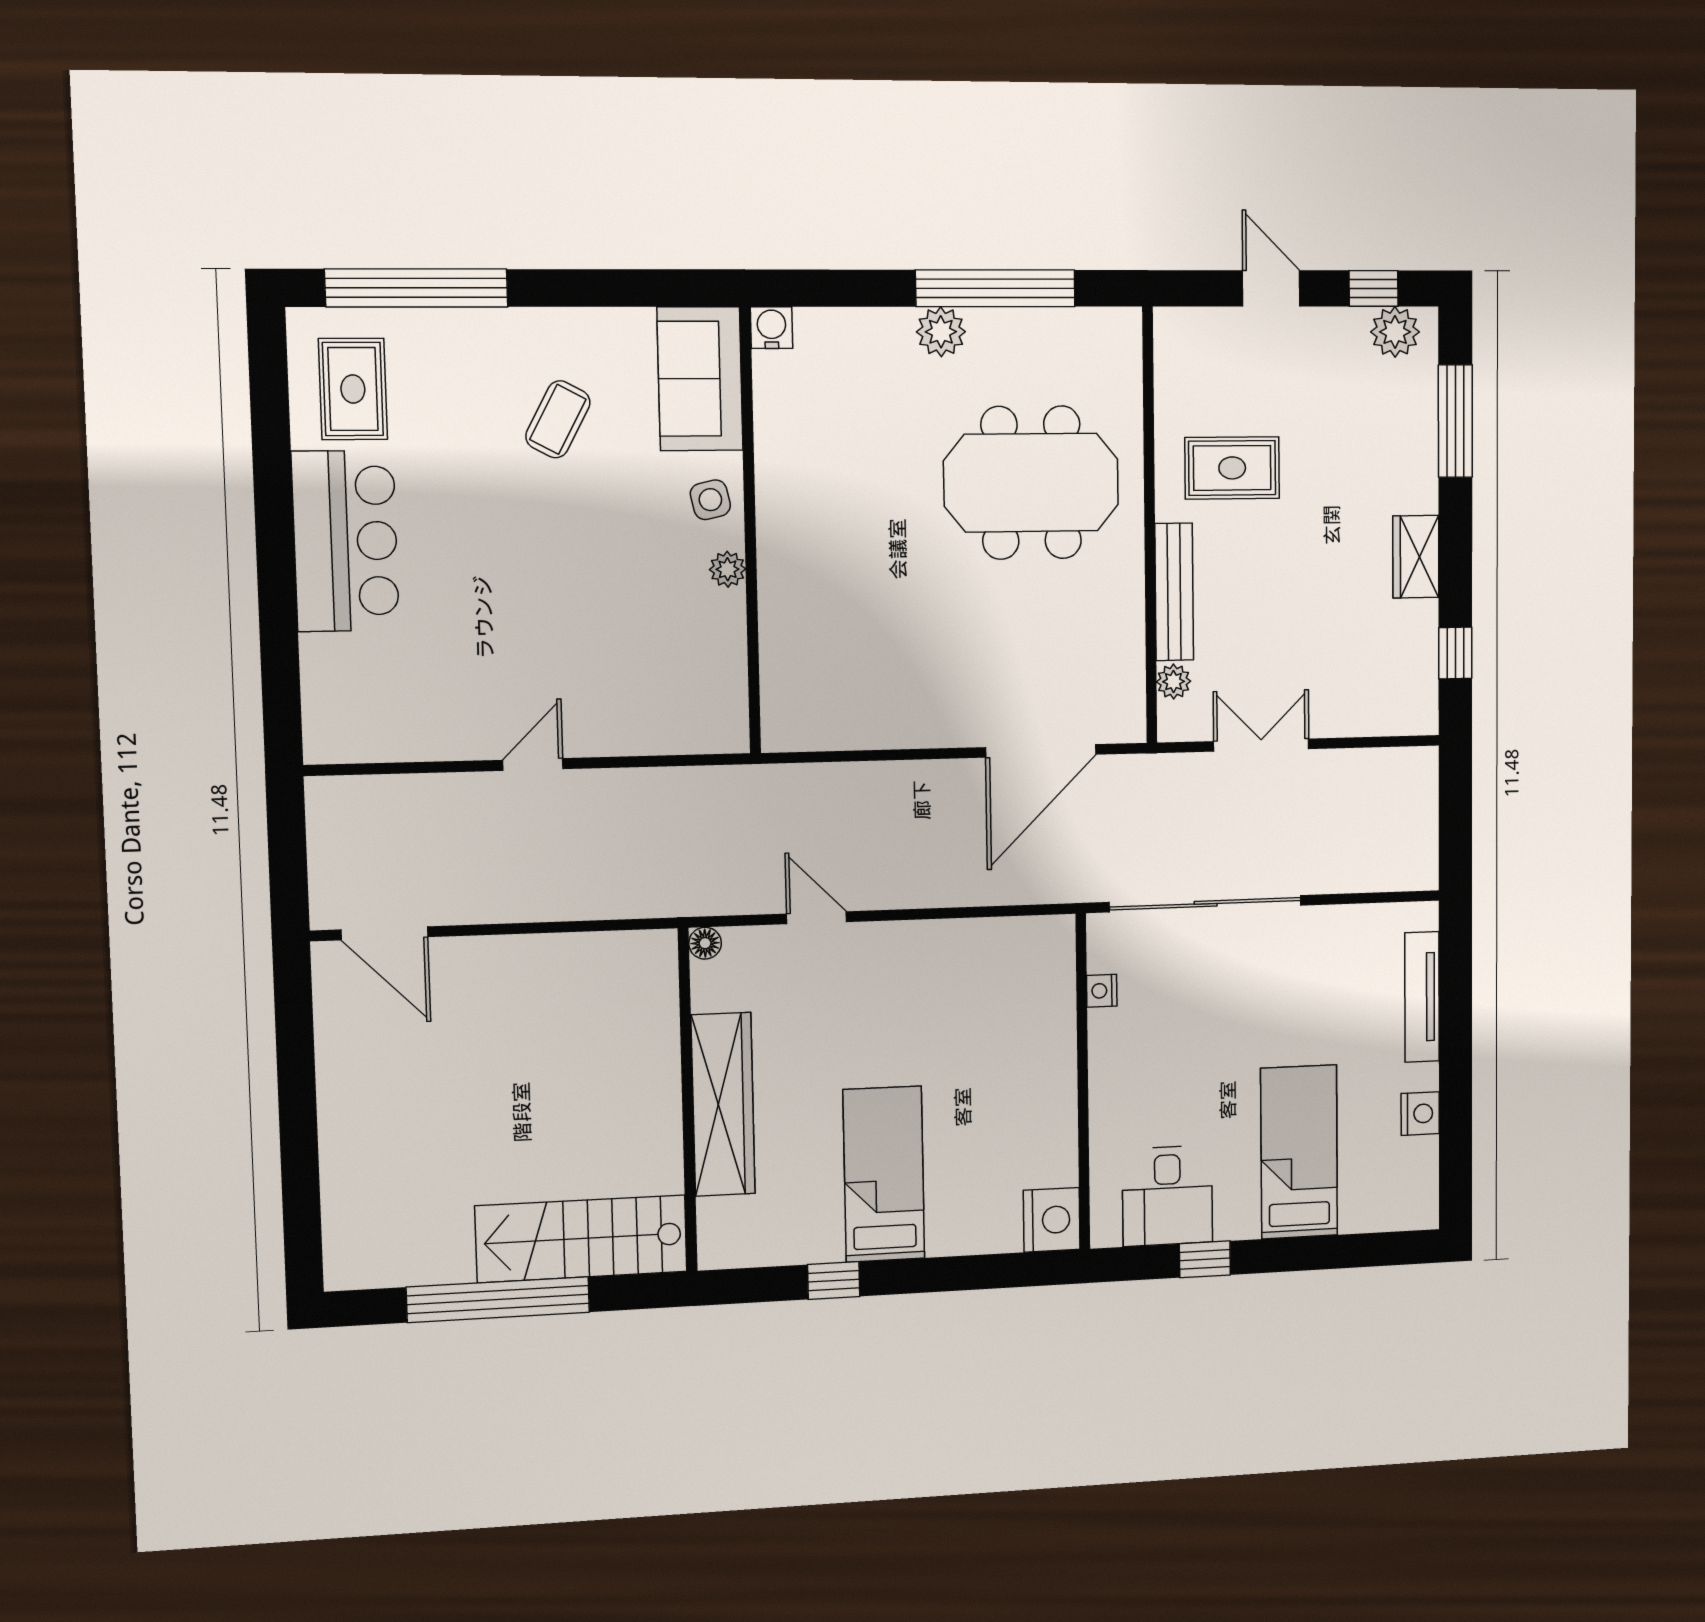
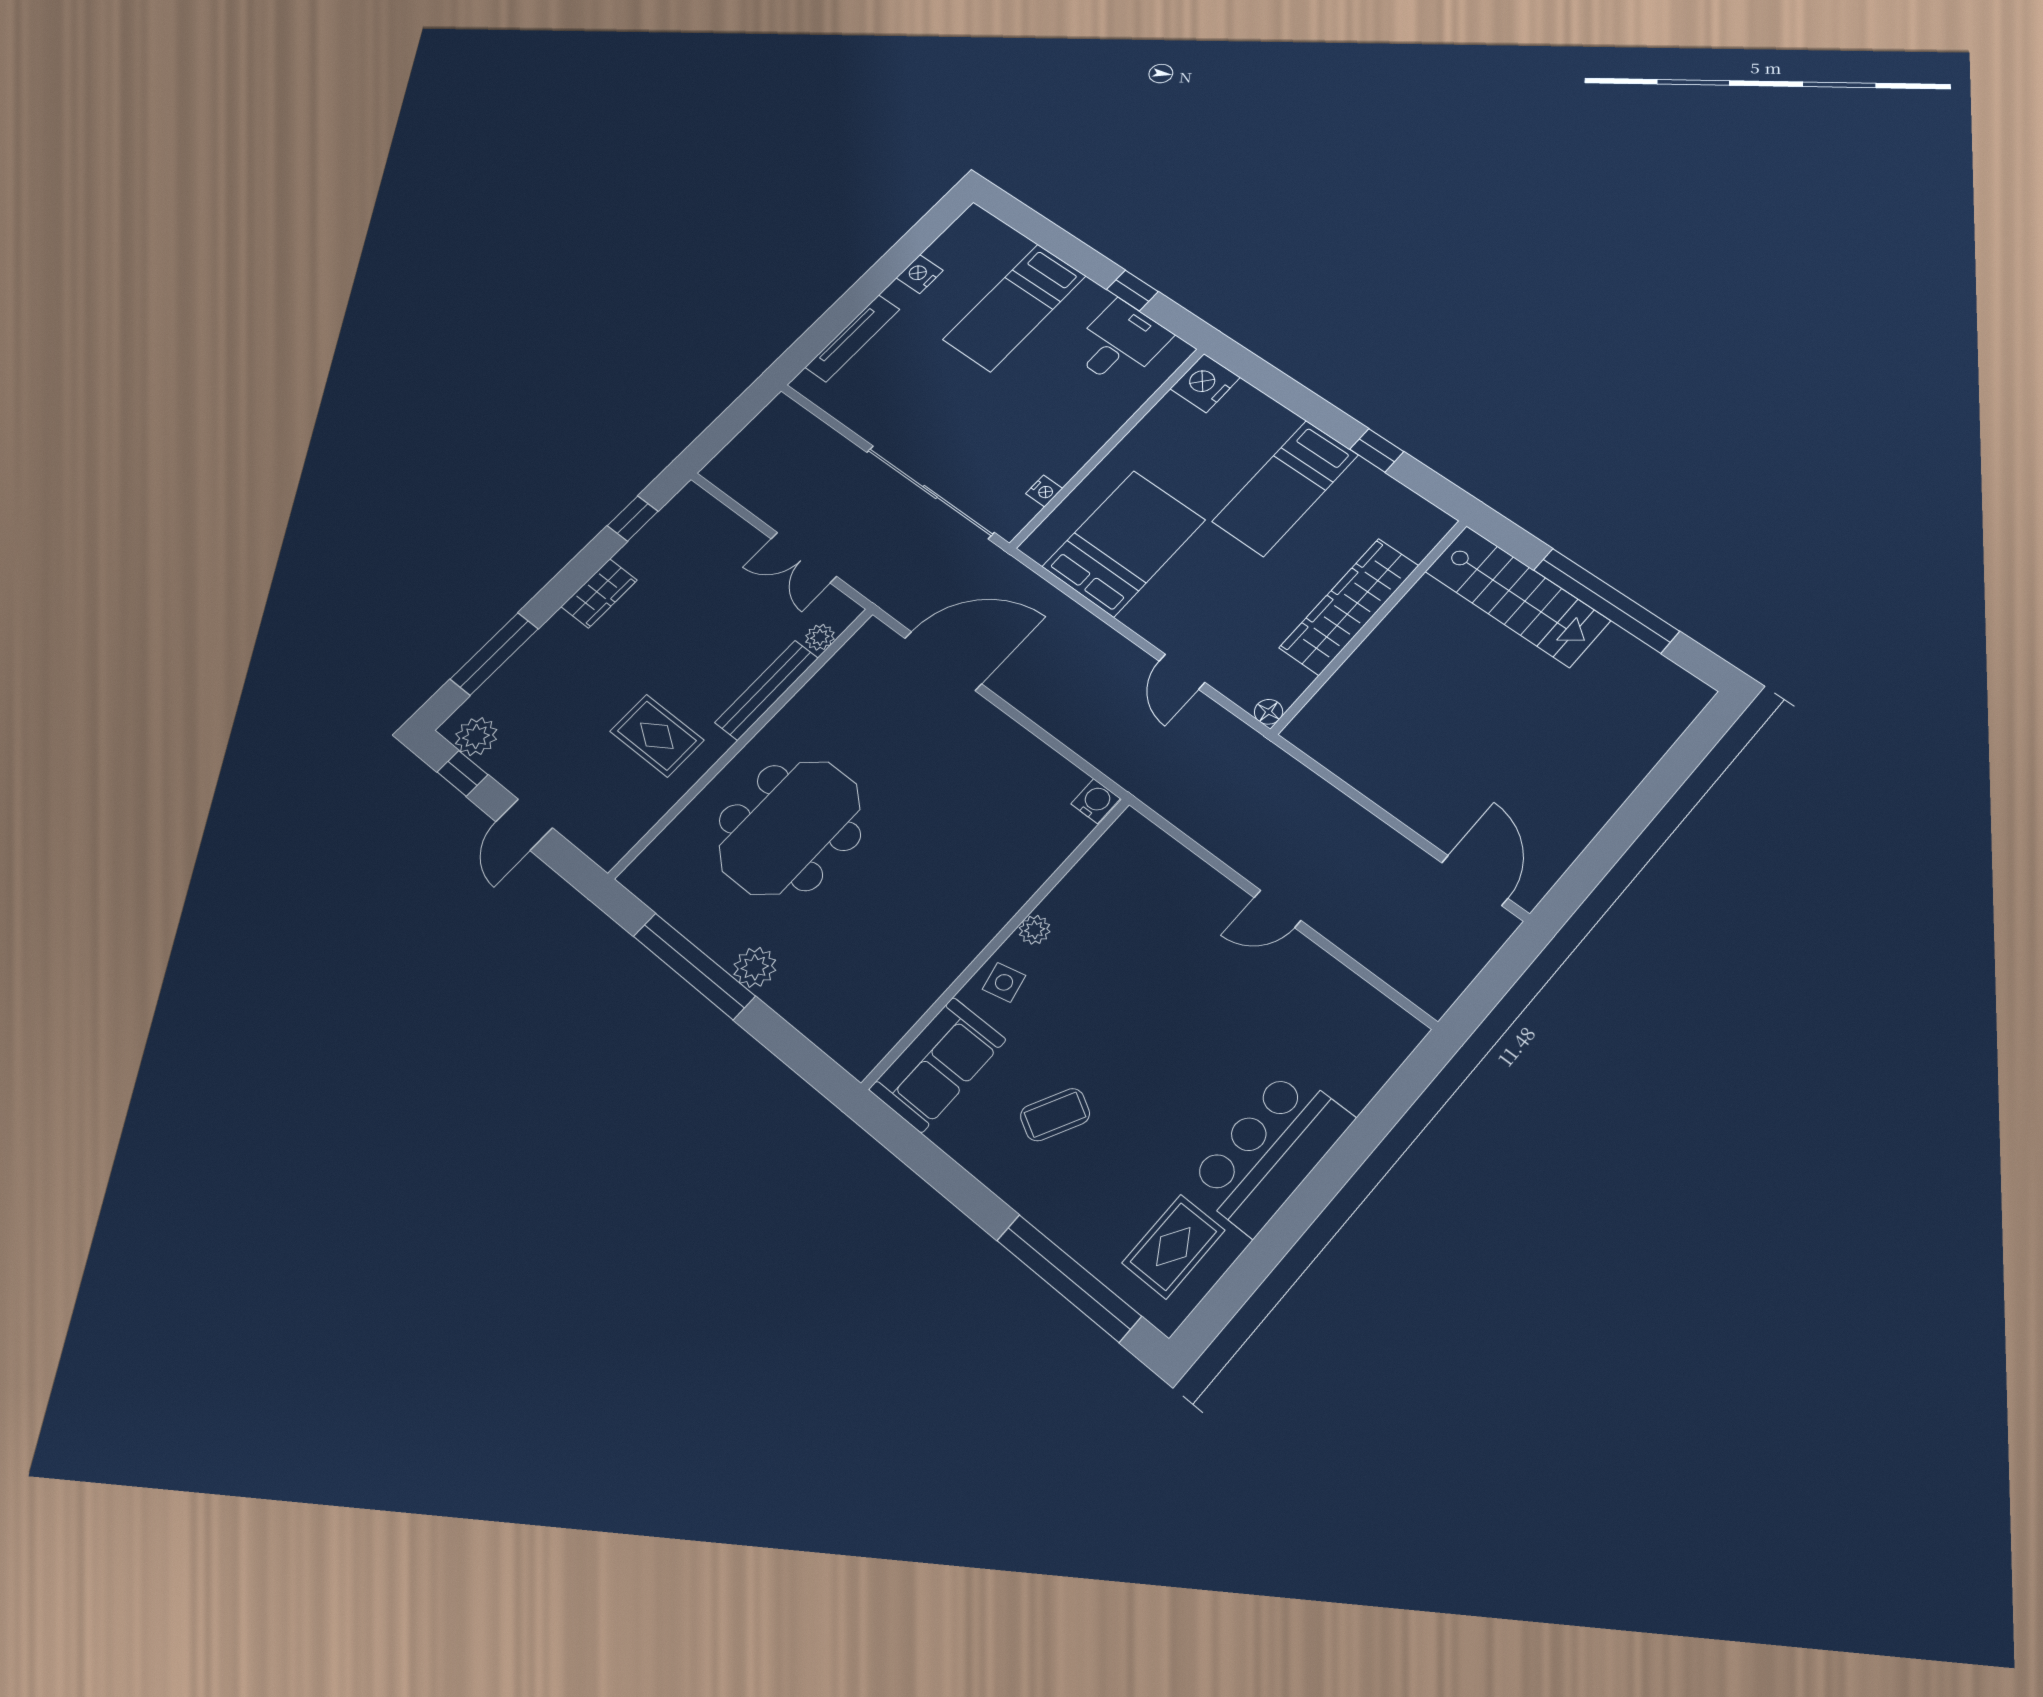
water cooler: (772, 328) -> (1096, 801), moved, turned 180
meeting table: (1031, 483) -> (790, 828), turned 90
bed: (982, 999) -> (1124, 543), added

